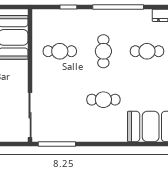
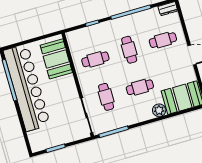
cafe table: (60, 100) -> (106, 97), added
plant: (119, 134) -> (159, 110), added

